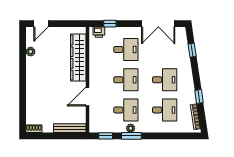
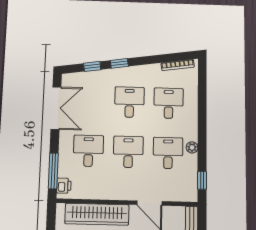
window: (110, 24) -> (53, 171), width x2.17
window: (199, 97) -> (119, 63), moved
window: (131, 136) -> (202, 147), removed

